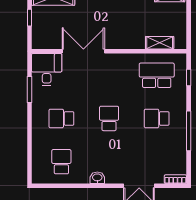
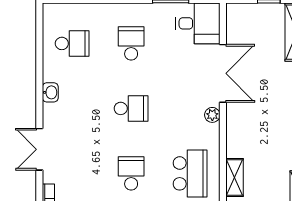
plant: (114, 59) -> (212, 115), added

